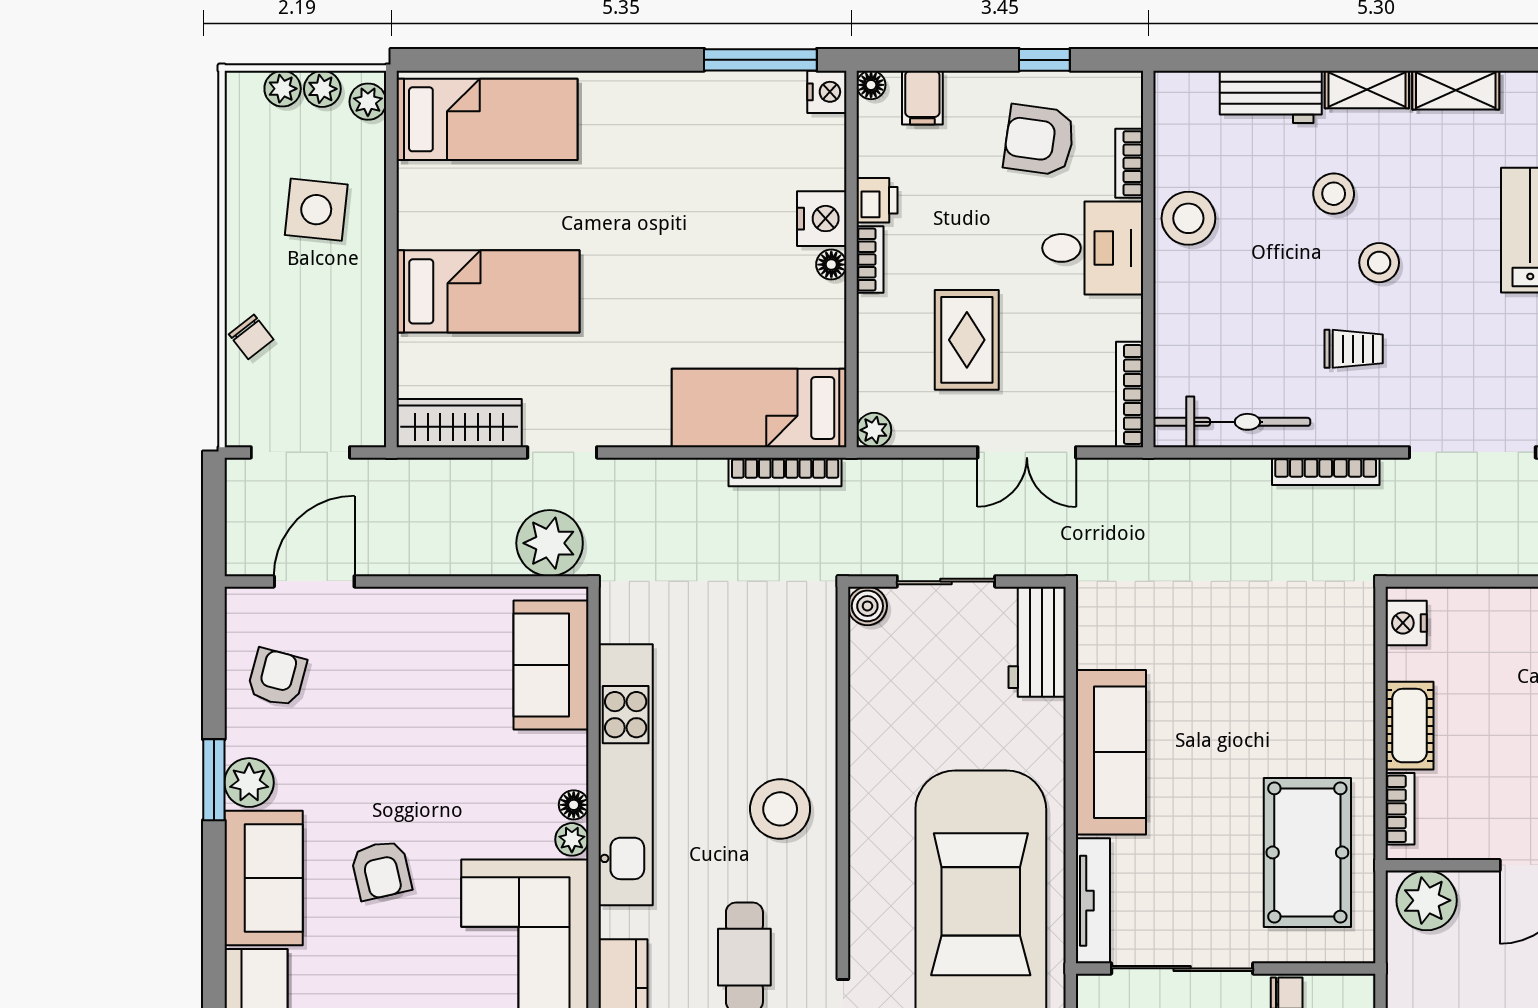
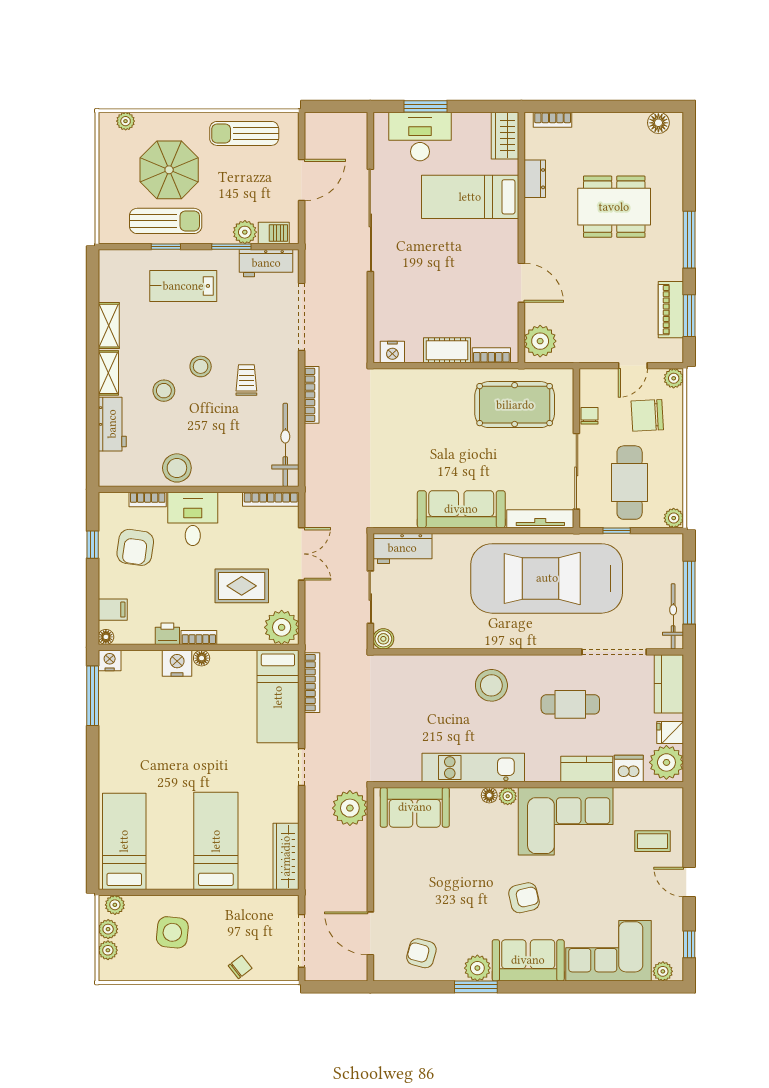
plant: (874, 430) -> (282, 627), width x1.87, depth x1.87
doorway: (562, 452) -> (302, 767), moved
kitchen unit: (626, 775) -> (473, 768), width x0.73

